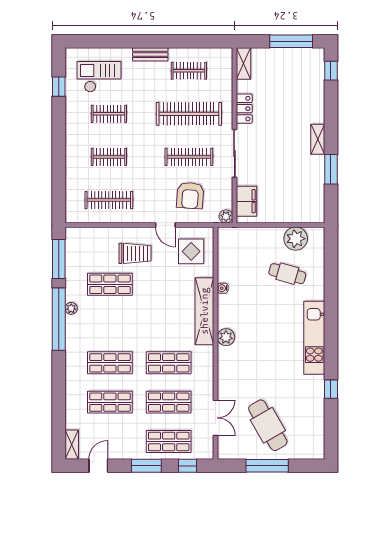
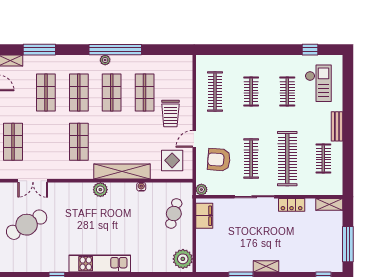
filing cabinet: (247, 201) -> (204, 216), moved, turned -90
plant: (296, 239) -> (183, 259), moved
window: (59, 259) -> (39, 50), moved
cafe table: (287, 274) -> (174, 213), moved
plant: (71, 308) -> (105, 60), moved
shop shelf: (169, 402) -> (112, 93), moved

